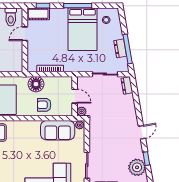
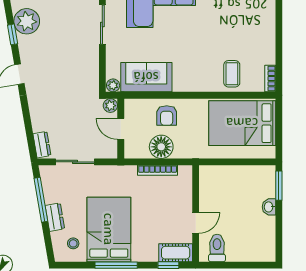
dresser: (120, 48) -> (55, 217), moved
floor lamp: (36, 84) -> (161, 147), moved
armchair: (44, 105) -> (167, 116), turned 90

